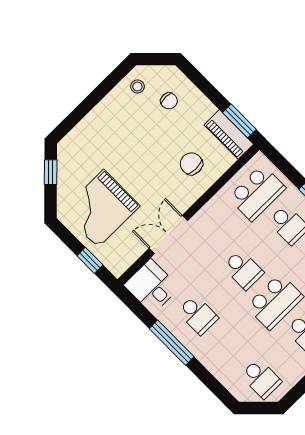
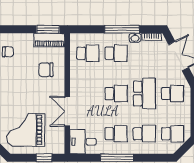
school desk: (257, 193) -> (88, 53), width x0.54
grand piano: (101, 209) -> (26, 130), turned 90
school desk: (229, 347) -> (144, 134), added

